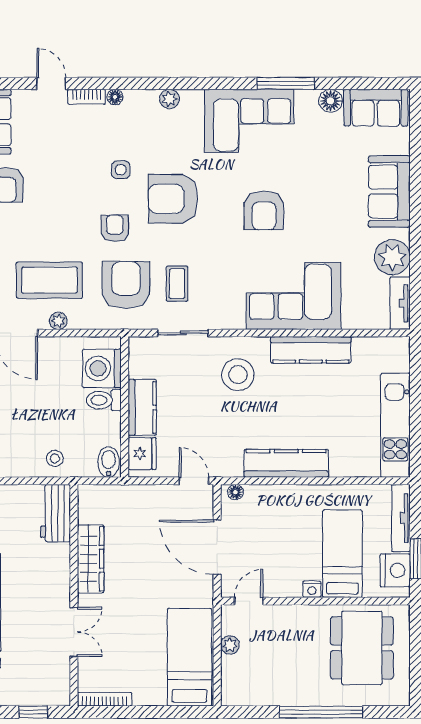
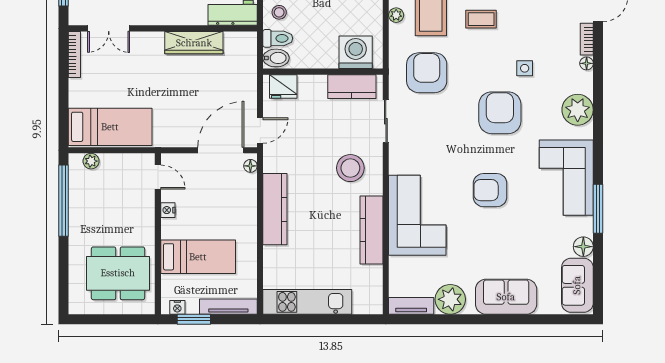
plant: (169, 99) -> (578, 110), width x1.88, depth x1.88
armchair: (115, 228) -> (475, 63), removed
coffee table: (177, 284) -> (481, 19), moved
armchair: (126, 285) -> (427, 73), turned -90
toilet: (104, 400) -> (278, 38), moved, turned 90
kitchen counter: (142, 407) -> (352, 87), moved
door: (217, 547) -> (221, 150), moved
nightstand: (395, 570) -> (177, 307), width x0.53, depth x0.56
nightstand: (312, 589) -> (168, 210), moved
double door: (74, 632) -> (109, 28), moved
plant: (230, 645) -> (91, 161), moved
window: (321, 712) -> (63, 201), moved

